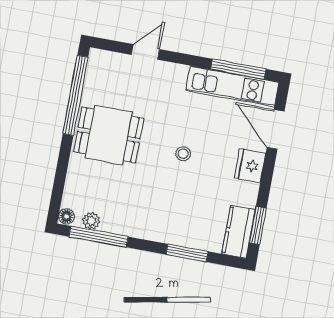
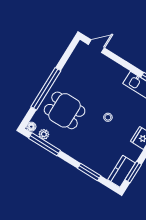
door: (145, 52) -> (96, 46), moved
window: (75, 95) -> (46, 89), moved
dining table: (109, 135) -> (65, 110), moved

